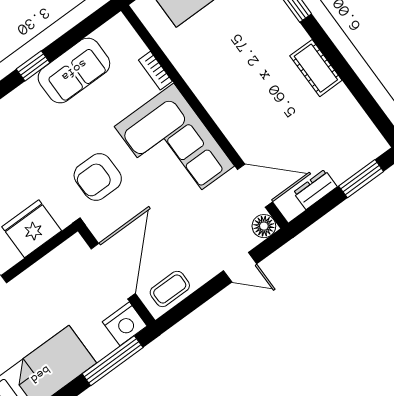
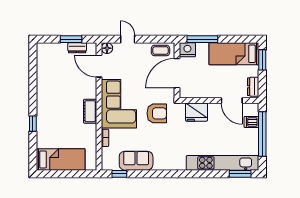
window: (33, 66) -> (119, 174), moved
cot: (316, 68) -> (90, 111), moved
window: (361, 179) -> (71, 39), moved

